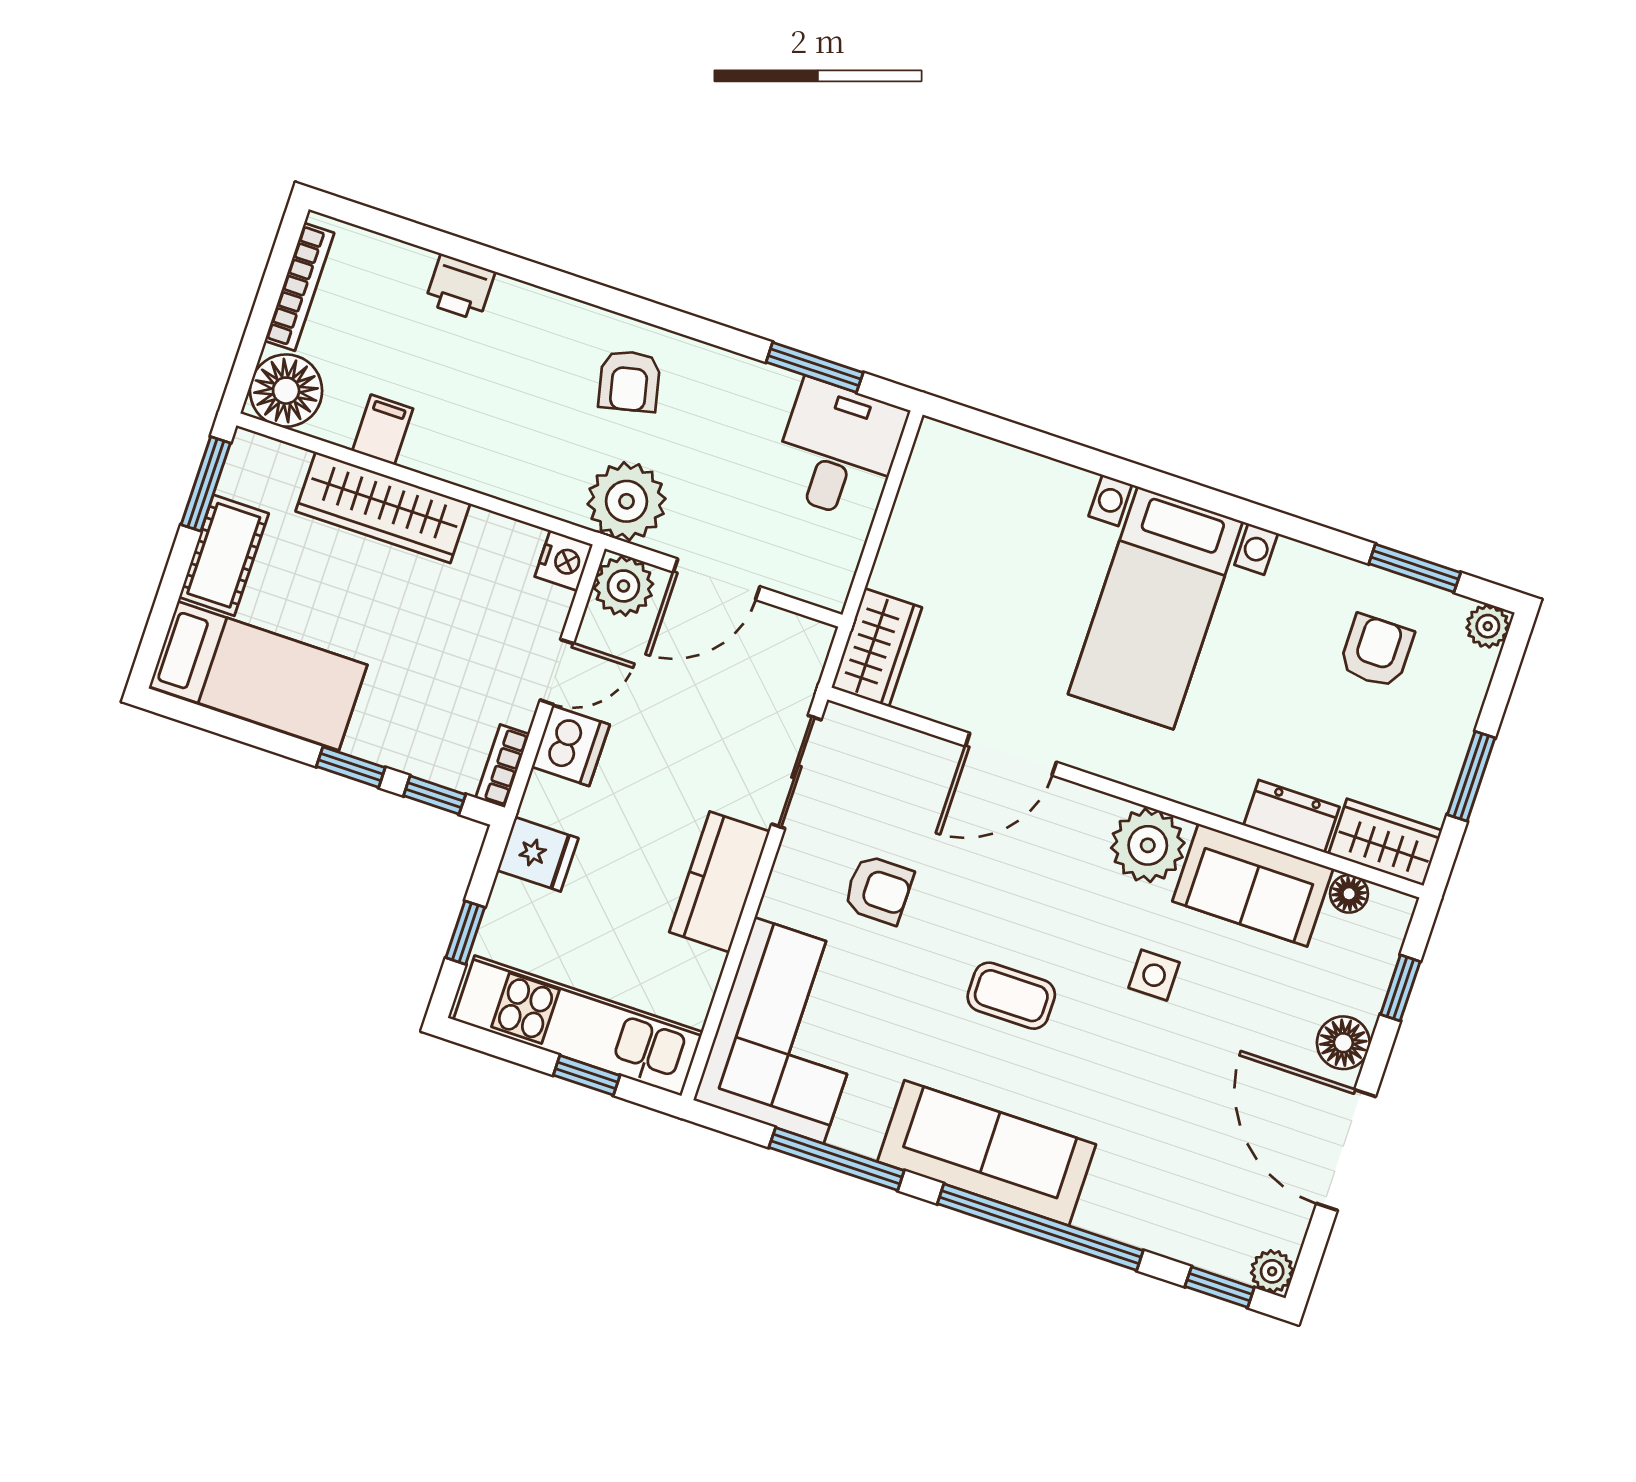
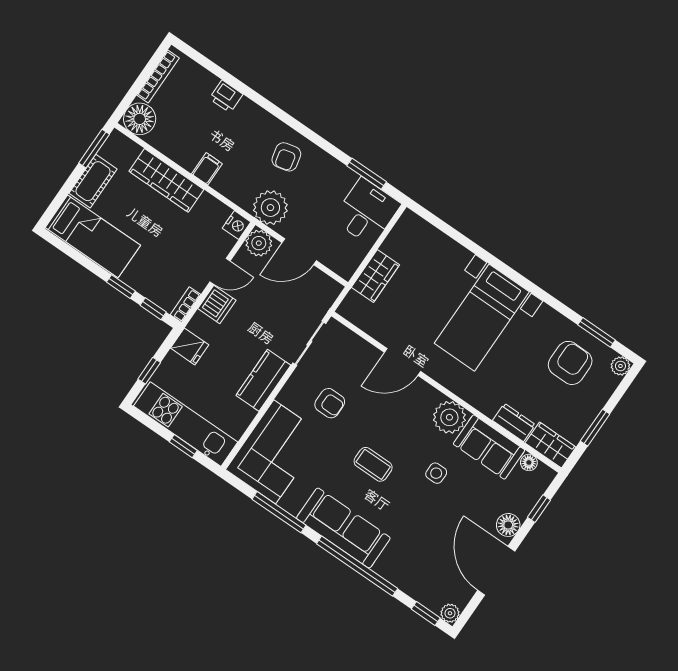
filing cabinet: (383, 430) -> (207, 169), moved
wardrobe: (877, 647) -> (375, 276), moved
armchair: (1376, 651) -> (570, 363), width x1.38, depth x1.38

